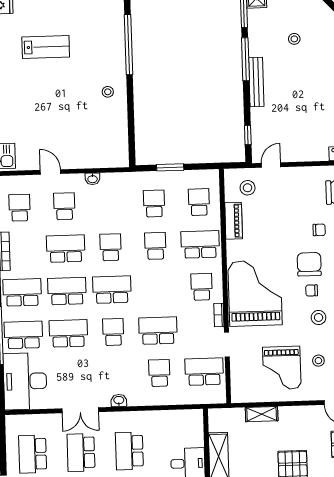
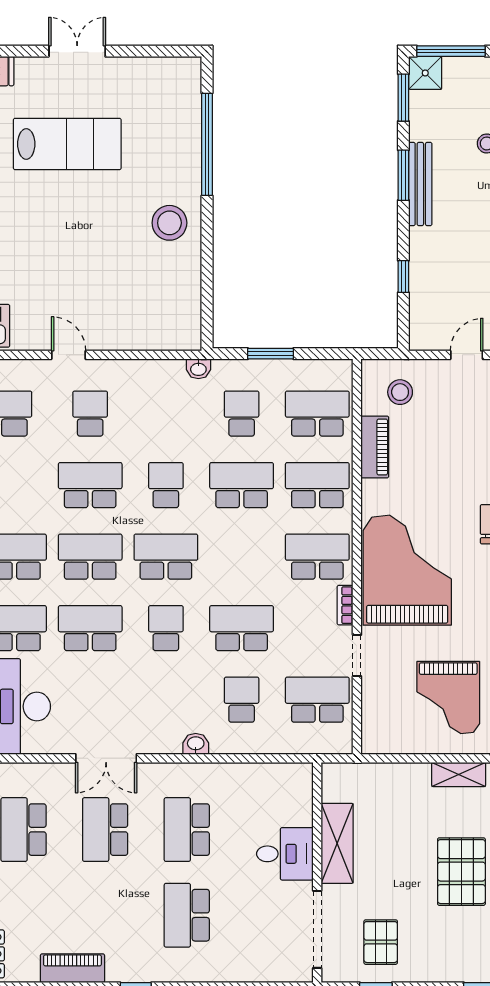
lab bench: (46, 47) -> (67, 144), width x1.36, depth x1.39
window: (245, 59) -> (403, 175), width x0.69
bench: (256, 82) -> (420, 184), moved
stool: (108, 92) -> (169, 223), width x1.89, depth x1.89
window: (248, 135) -> (403, 277), moved
door: (271, 165) -> (467, 355), moved
washbasin: (93, 179) -> (198, 369), moved
school desk: (199, 202) -> (317, 414), width x1.85
school desk: (155, 246) -> (242, 485), width x1.85
school desk: (202, 287) -> (317, 557), width x1.85
washbasin: (119, 400) -> (196, 744), moved
shelving: (262, 414) -> (459, 774), moved

